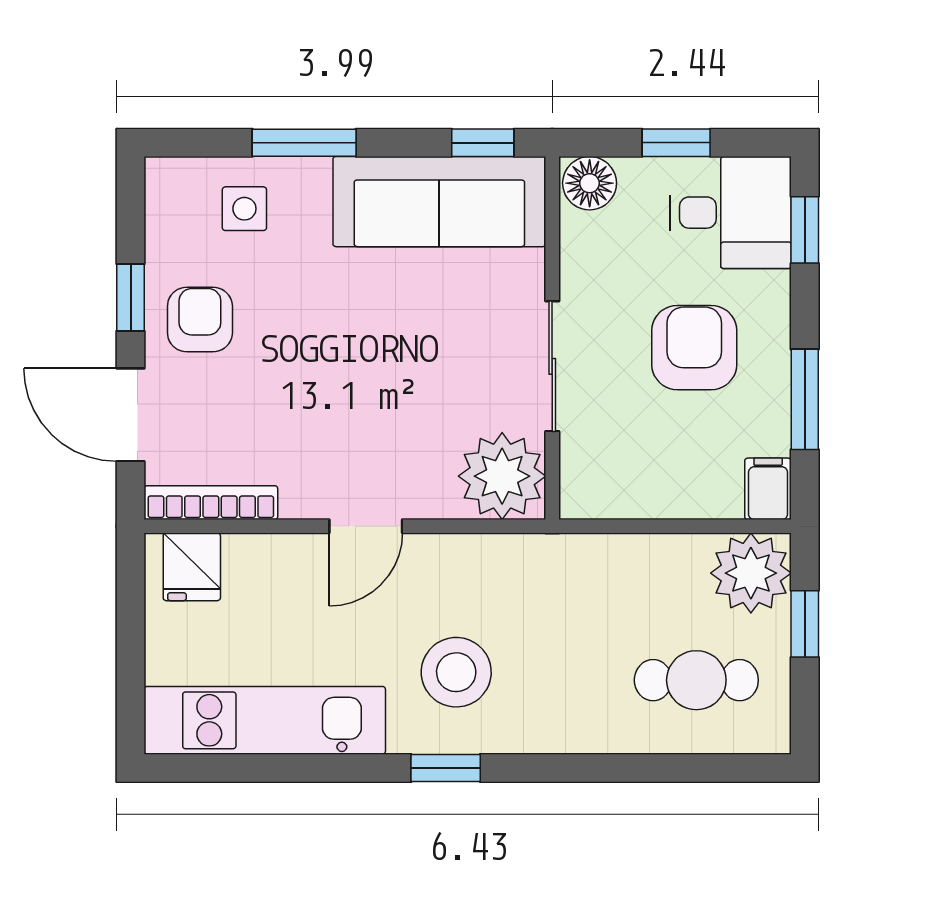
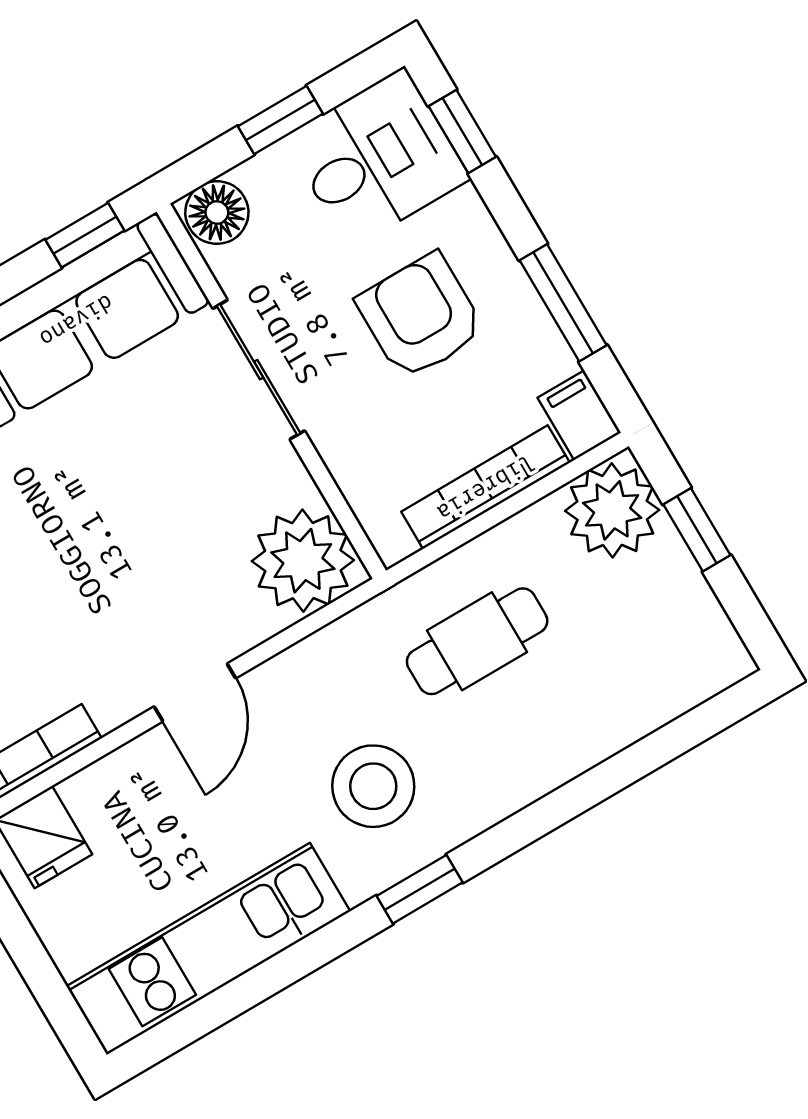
sliding door: (552, 366) -> (259, 370), moved
bookcase: (668, 501) -> (485, 487), added
cafe table: (696, 680) -> (477, 641), moved

